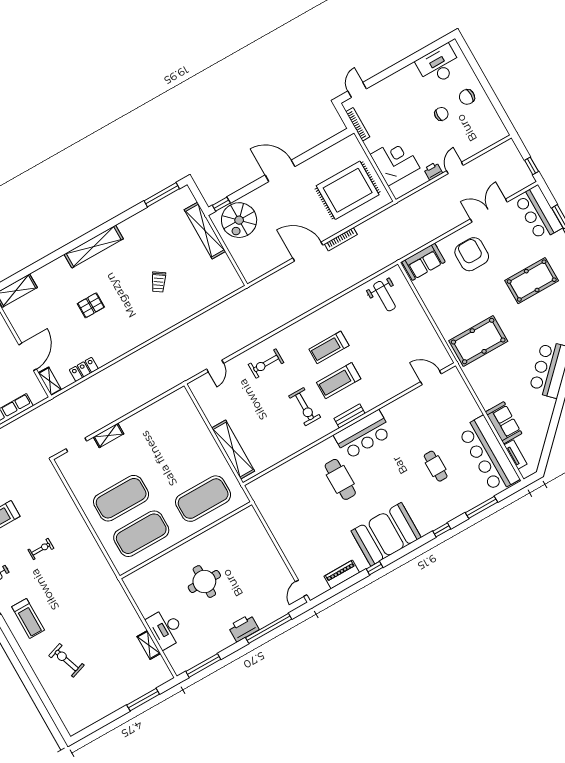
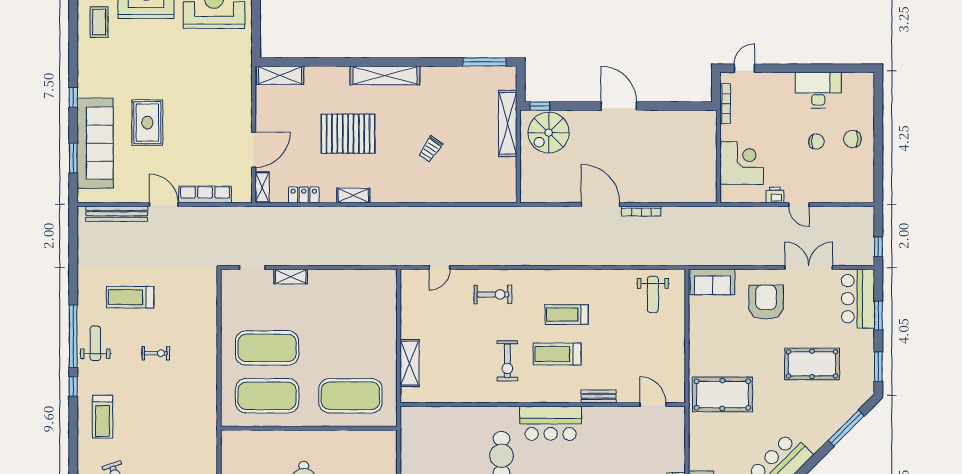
desk: (439, 65) -> (818, 90), moved
door: (455, 168) -> (799, 205), swing flipped
rug: (348, 190) -> (677, 165), removed
pallet: (91, 305) -> (348, 134), width x2.05, depth x2.00
shelving: (121, 349) -> (353, 196), added
exercise bike: (266, 364) -> (493, 294), turned 180
bench: (350, 416) -> (599, 396), moved
shelving: (233, 449) -> (410, 363), width x0.68

